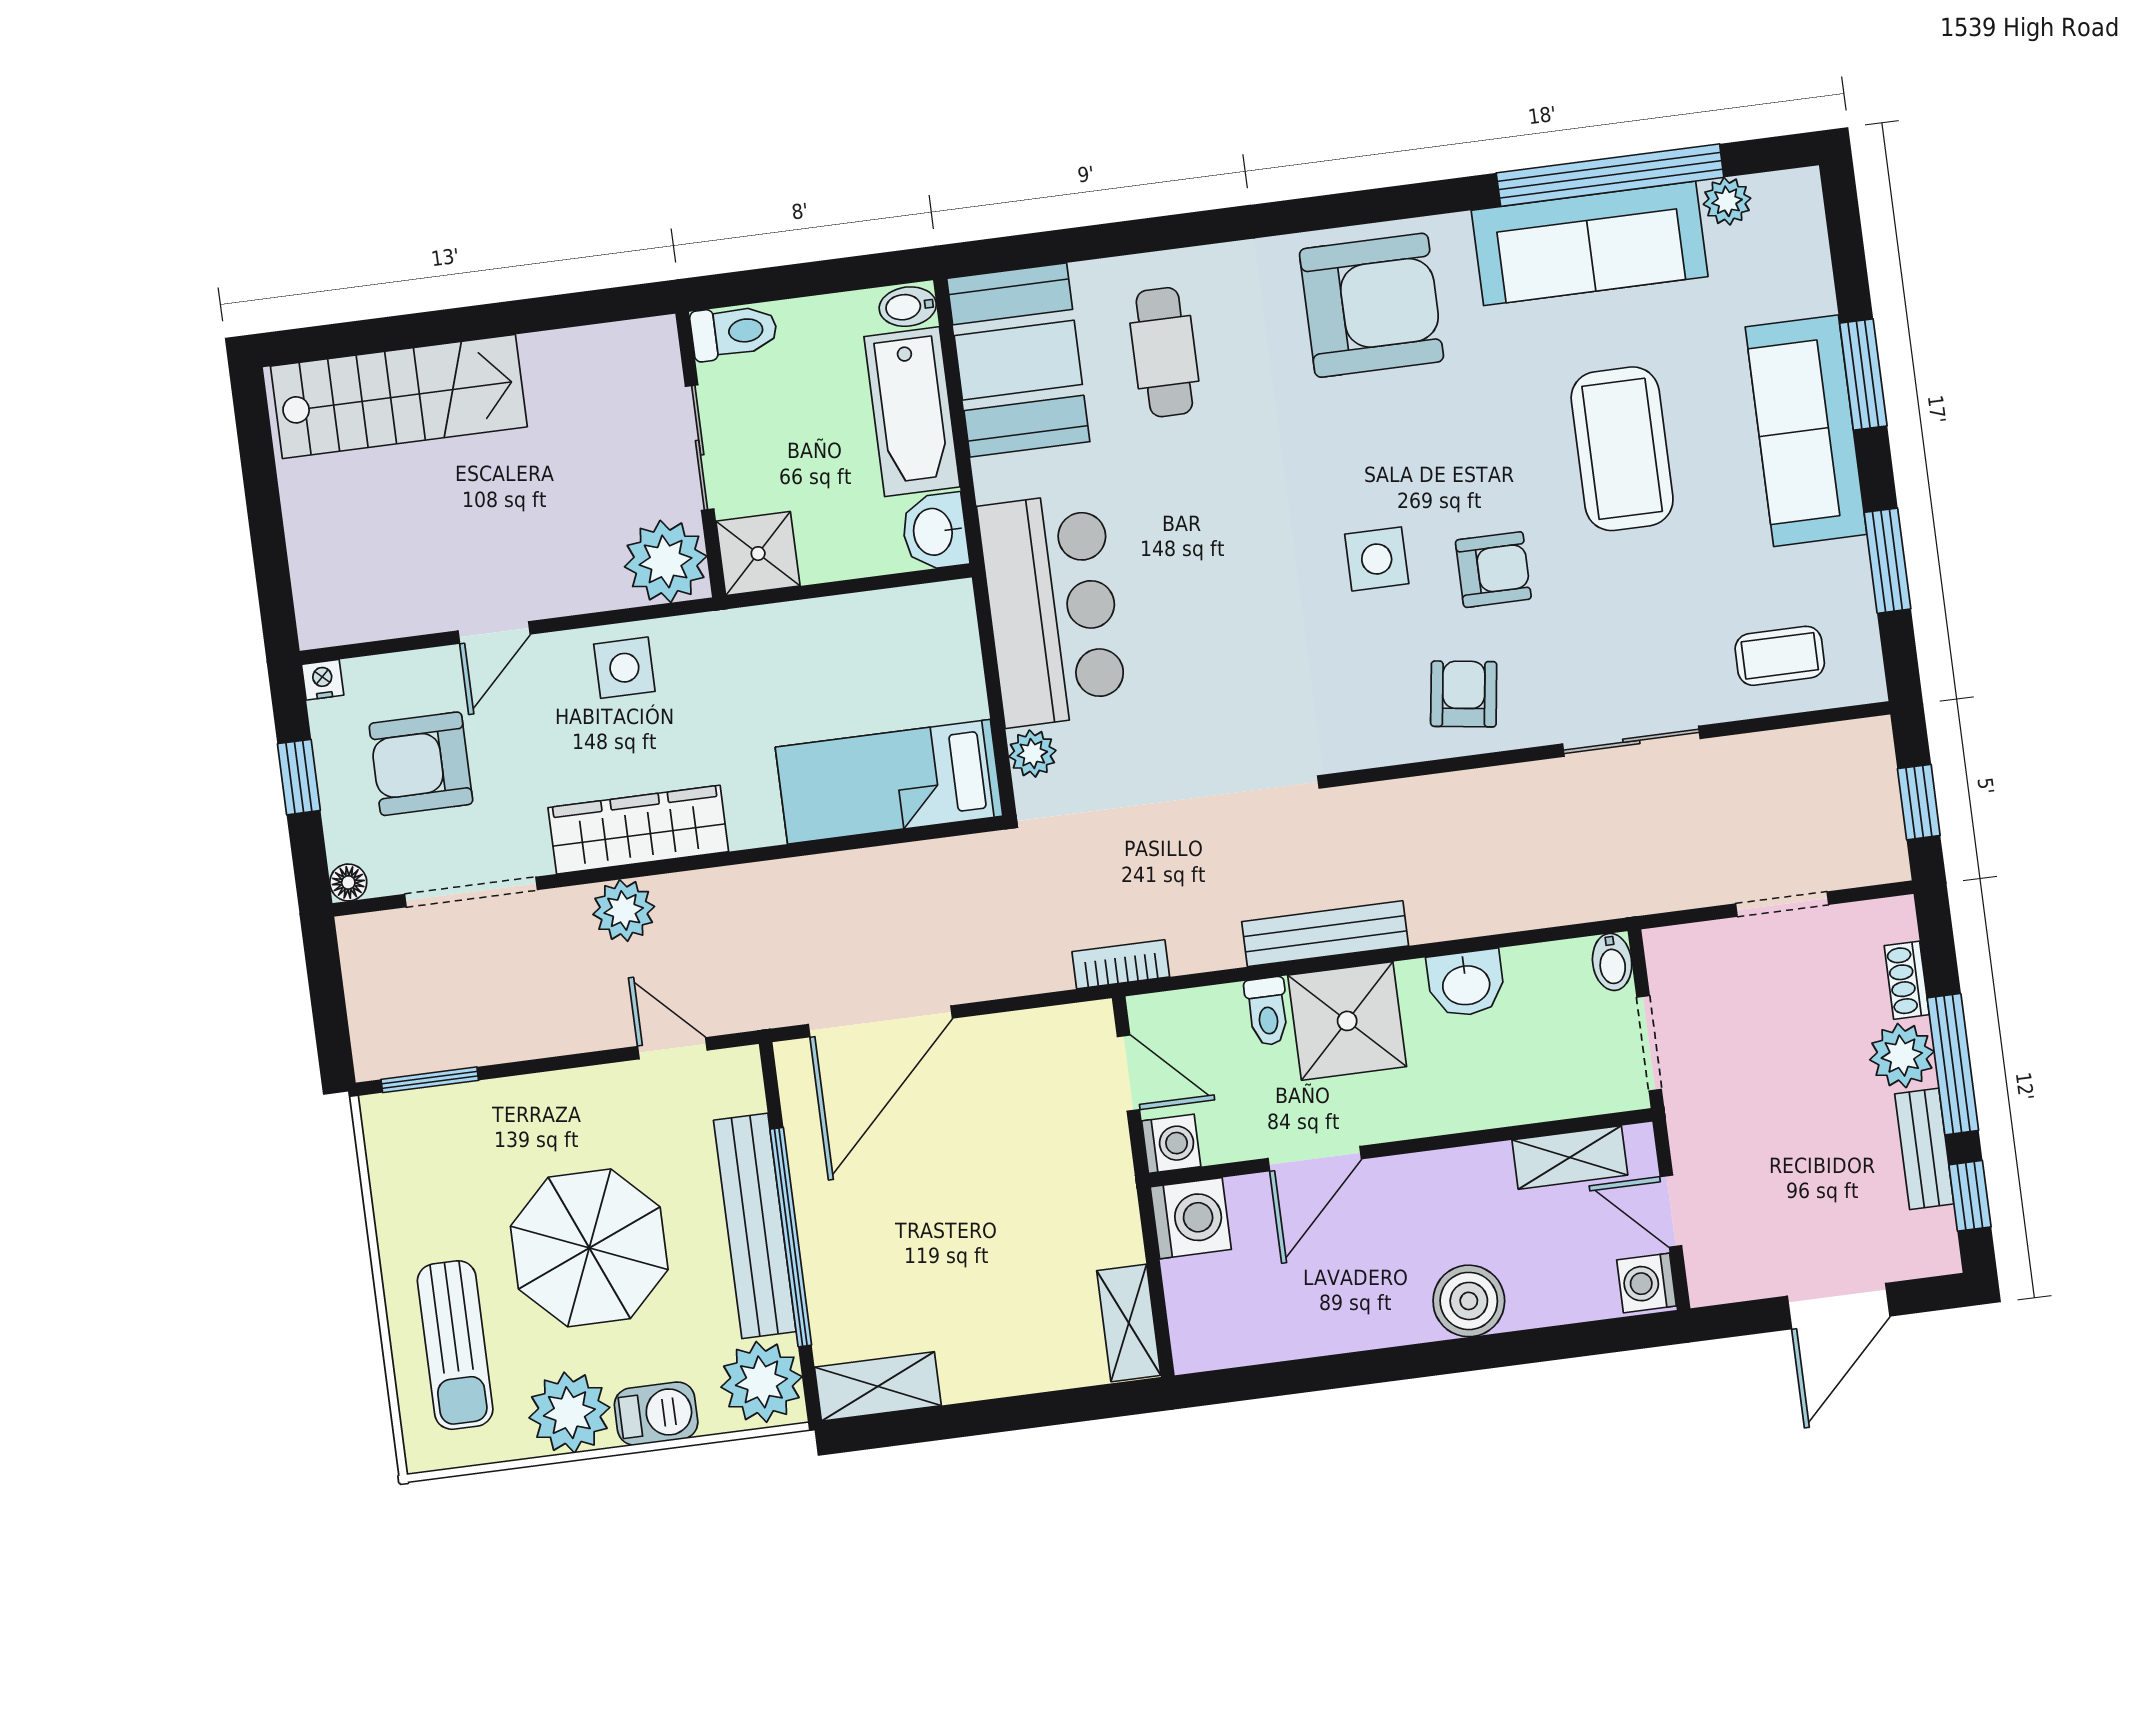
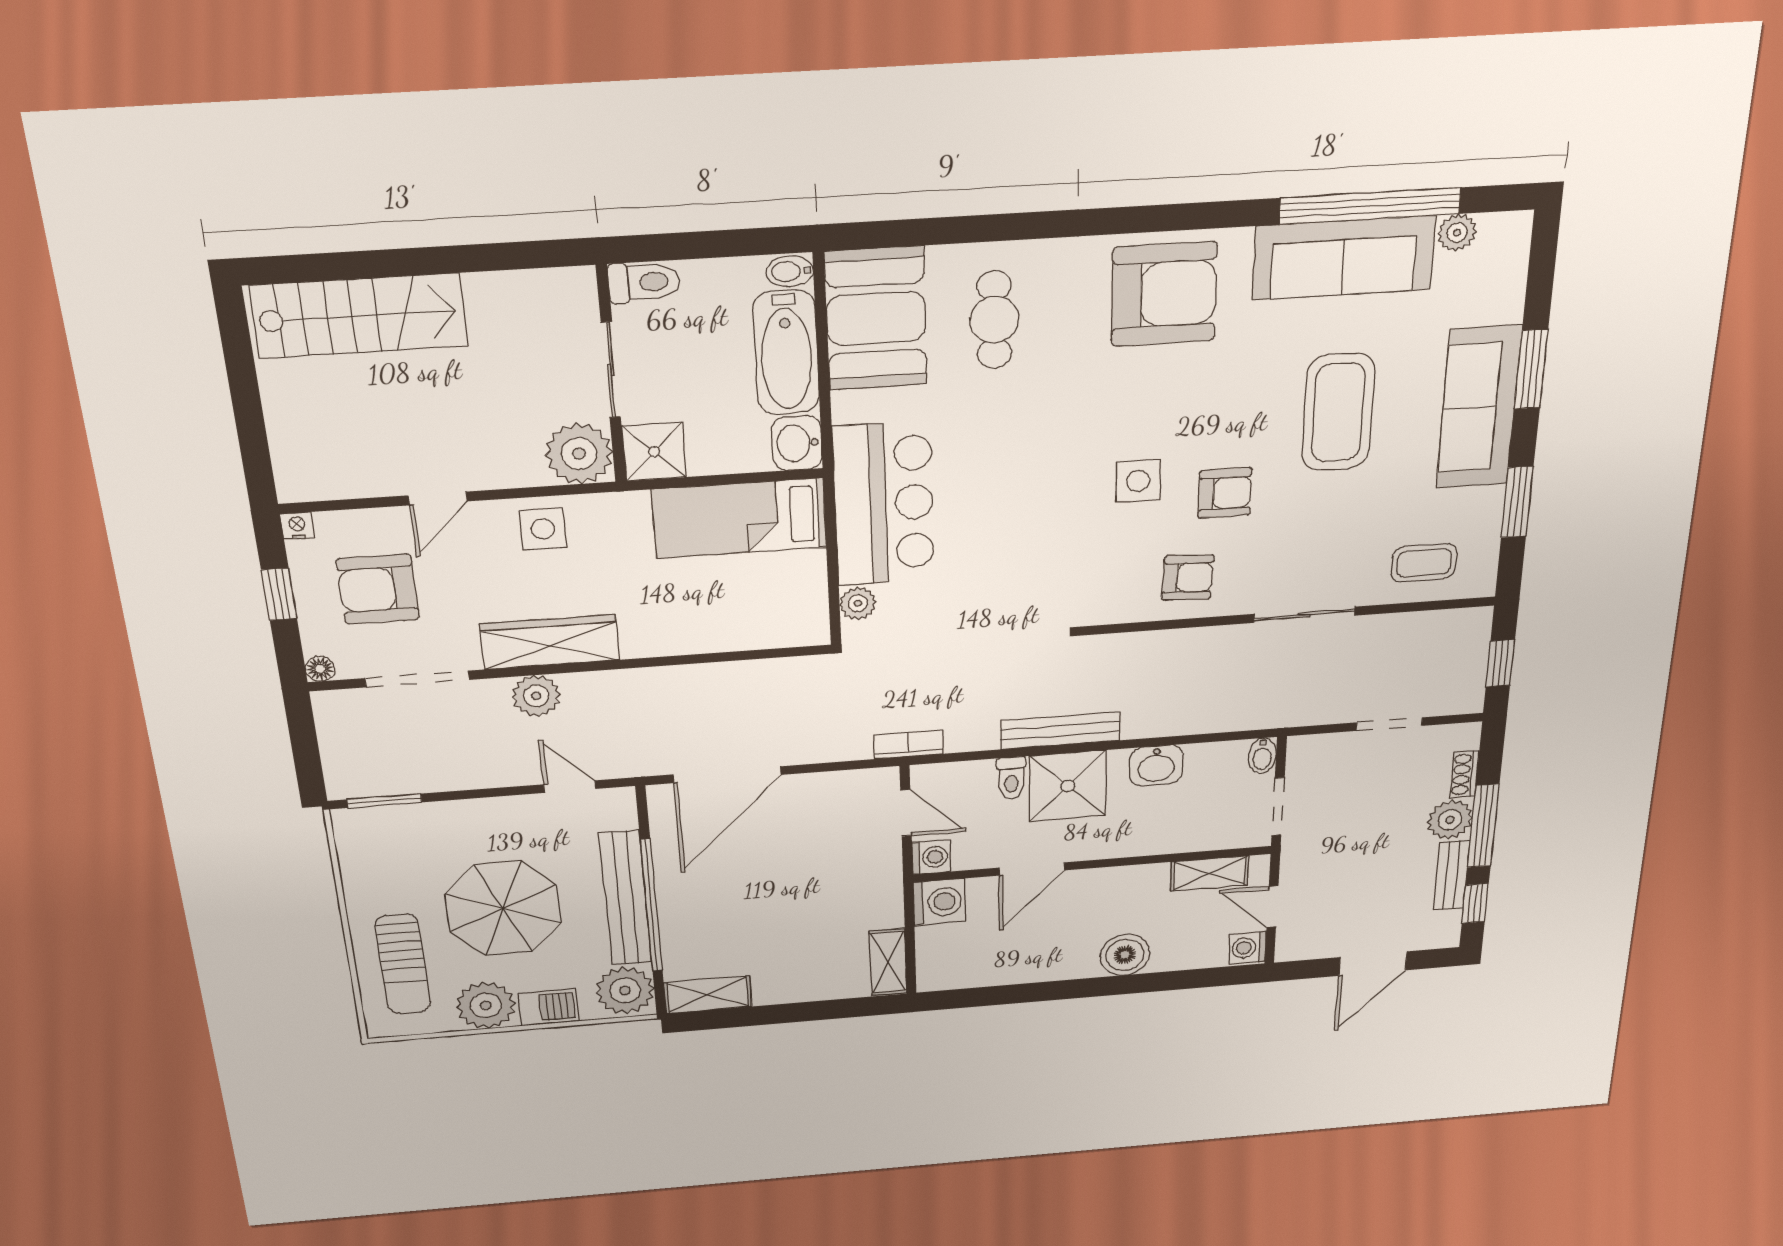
armchair: (1464, 694) -> (1188, 578), turned 85
bed: (889, 782) -> (740, 518), moved

